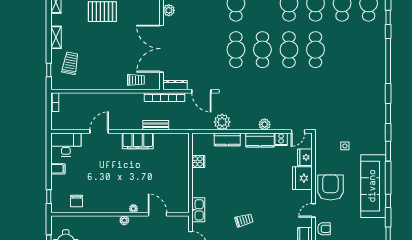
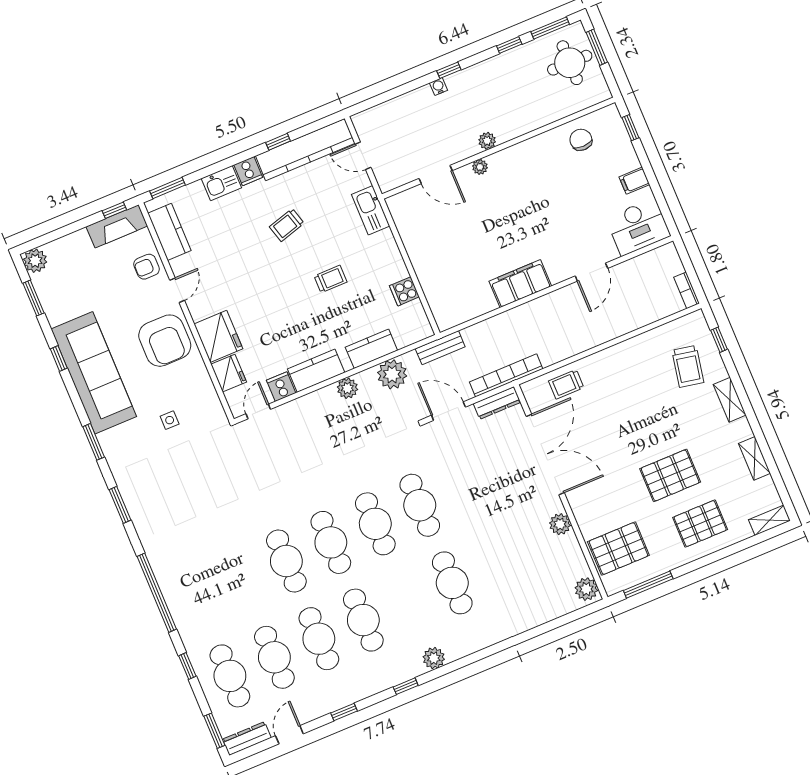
plant: (265, 124) -> (347, 388), moved
bench: (156, 125) -> (440, 348), moved
trolley: (233, 183) -> (331, 279), added

